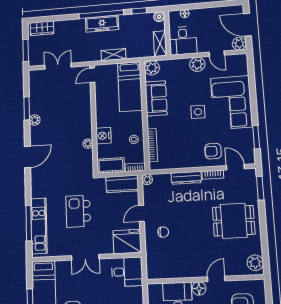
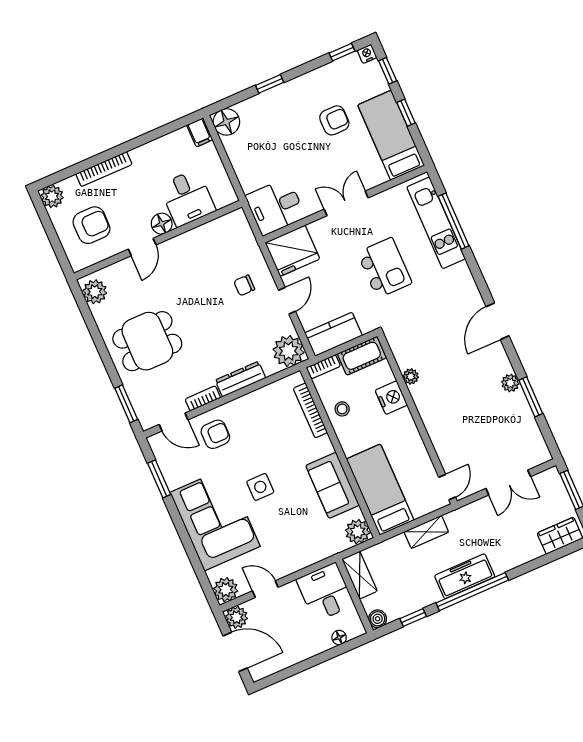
plant: (197, 64) -> (226, 590), moved
plant: (147, 180) -> (289, 351), width x1.87, depth x1.87

